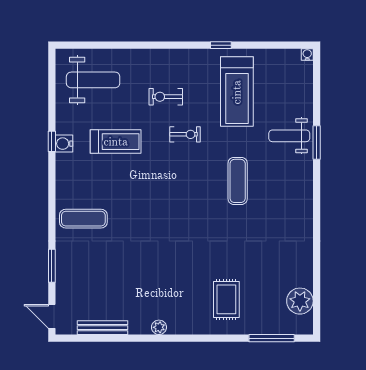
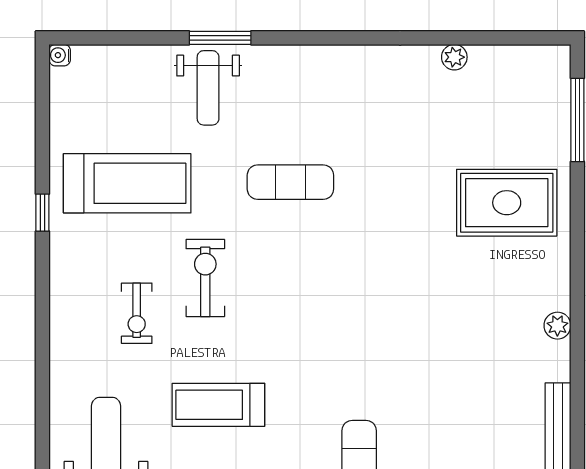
exercise bike: (185, 134) -> (205, 278), width x1.38, depth x1.39
treadmill: (116, 142) -> (218, 405), turned -90
rug: (226, 299) -> (507, 203), width x1.36, depth x1.43
plant: (300, 301) -> (454, 57), moved, width x0.53, depth x0.53

